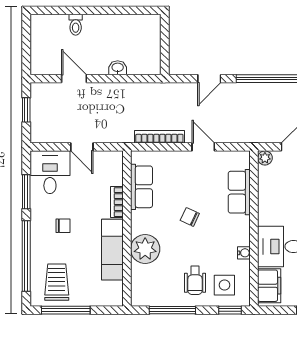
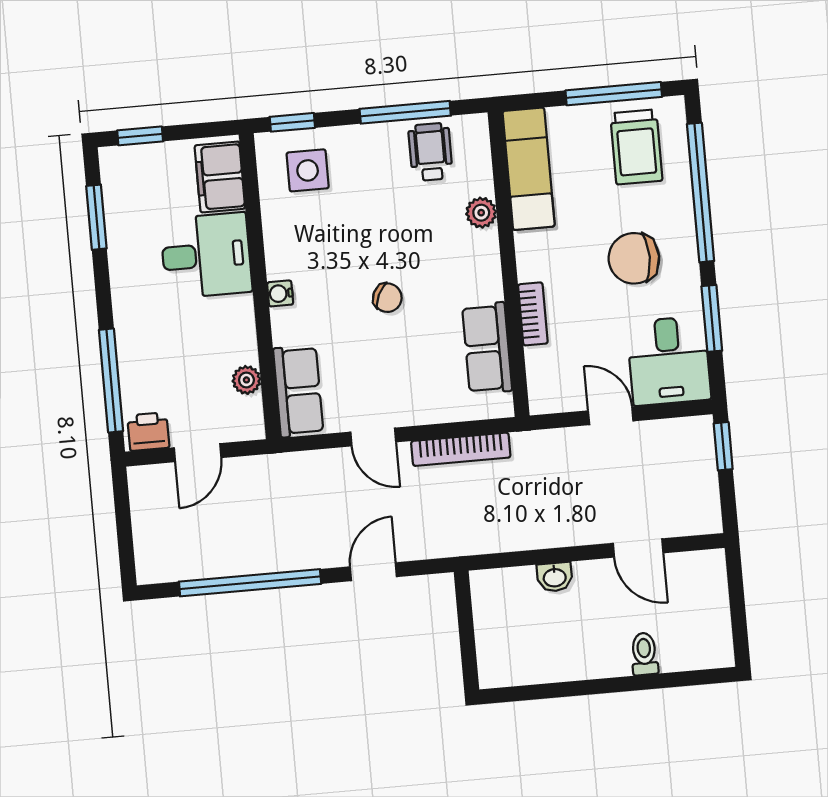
window: (26, 110) -> (723, 446), moved
plant: (265, 158) -> (246, 380), moved
row of seats: (239, 192) -> (298, 391), moved
chair: (63, 226) -> (634, 258), width x1.87, depth x1.87
plant: (145, 249) -> (481, 213), width x0.53, depth x0.53
exam couch: (112, 250) -> (529, 169), moved
water cooler: (244, 253) -> (280, 293), moved
wheelchair: (195, 280) -> (430, 152), moved

